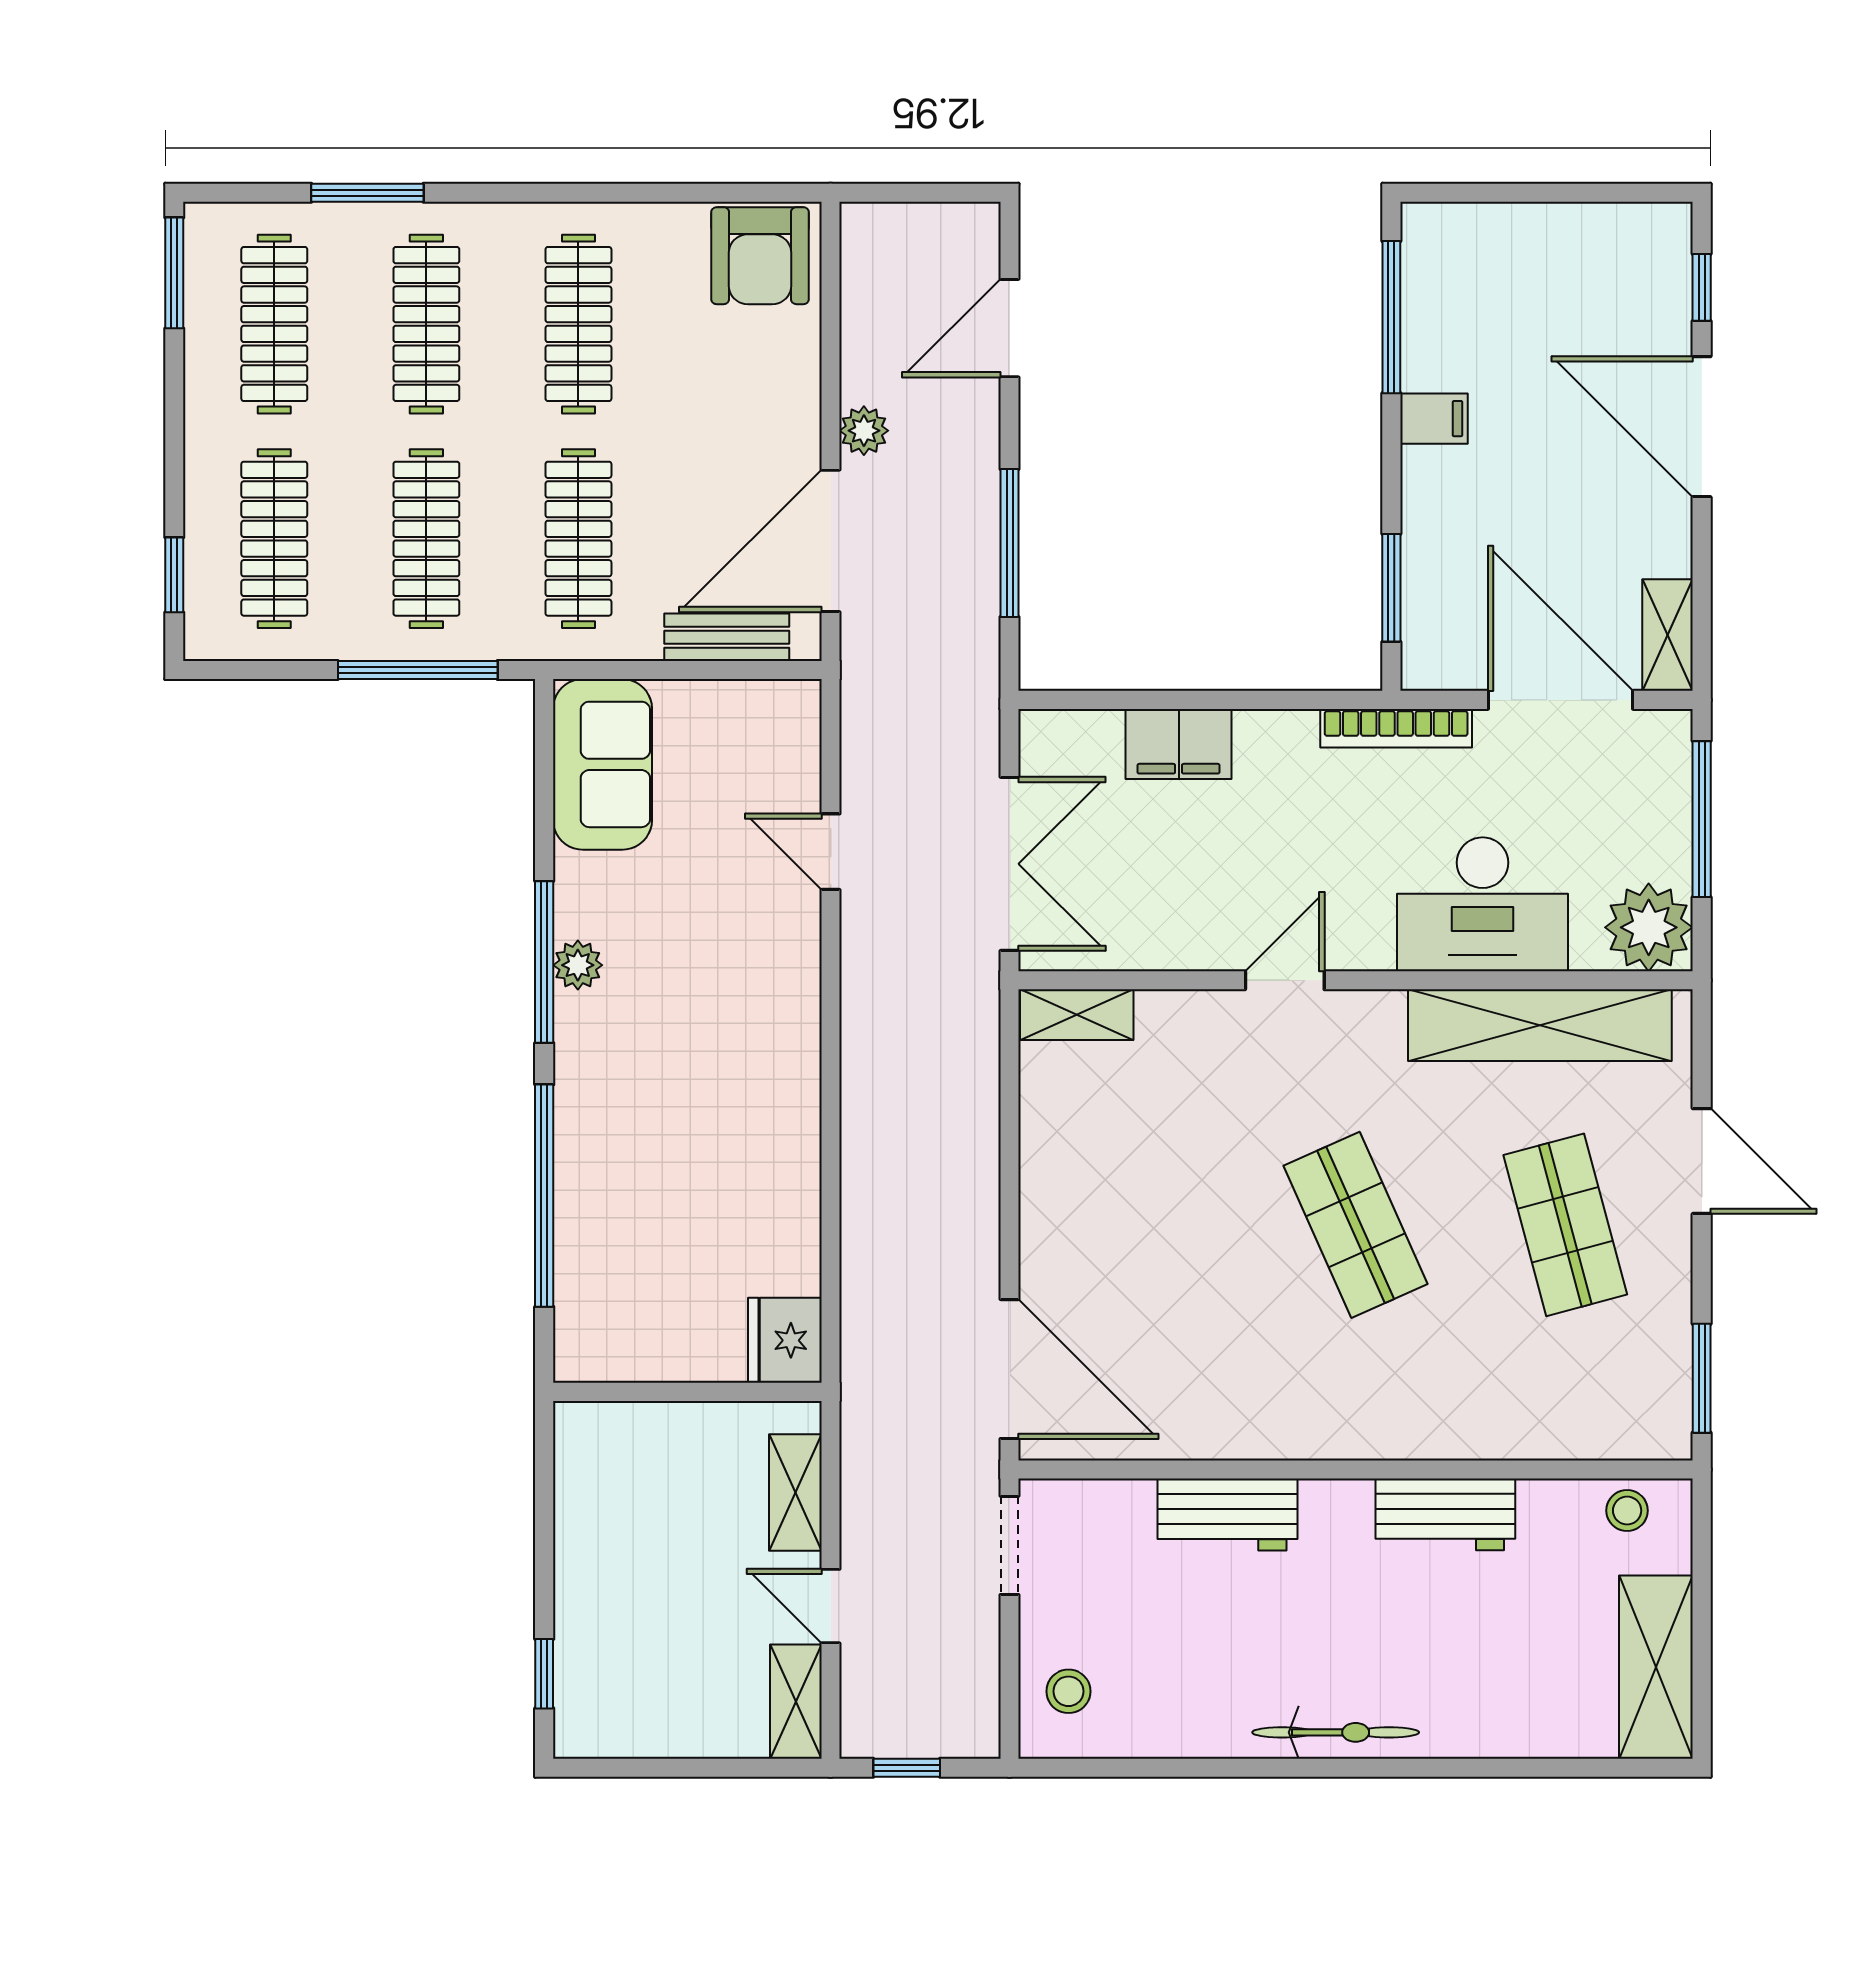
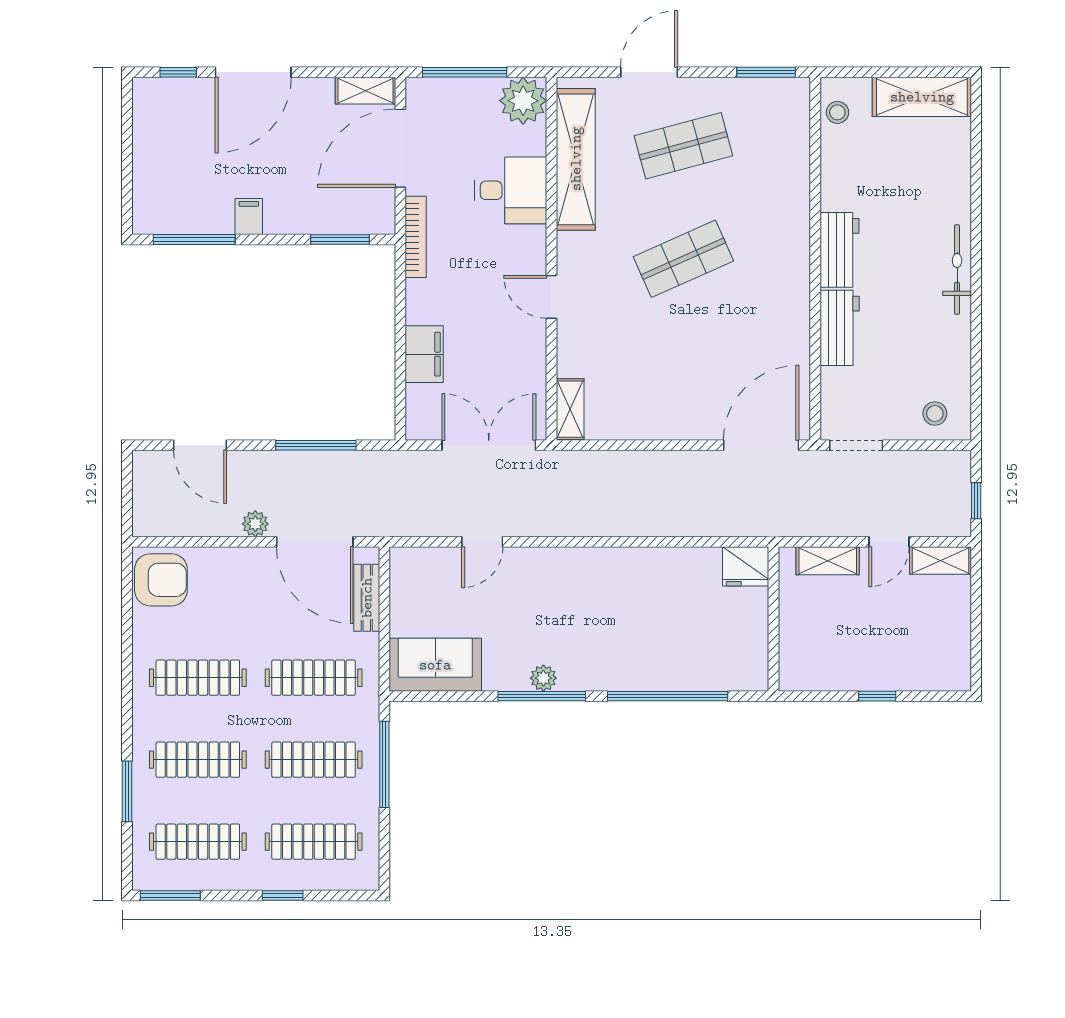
window: (174, 575) -> (283, 896), moved
desk: (1483, 904) -> (511, 190), width x0.73
workbench: (1445, 1514) -> (840, 250), moved
window: (544, 1674) -> (877, 696), moved

